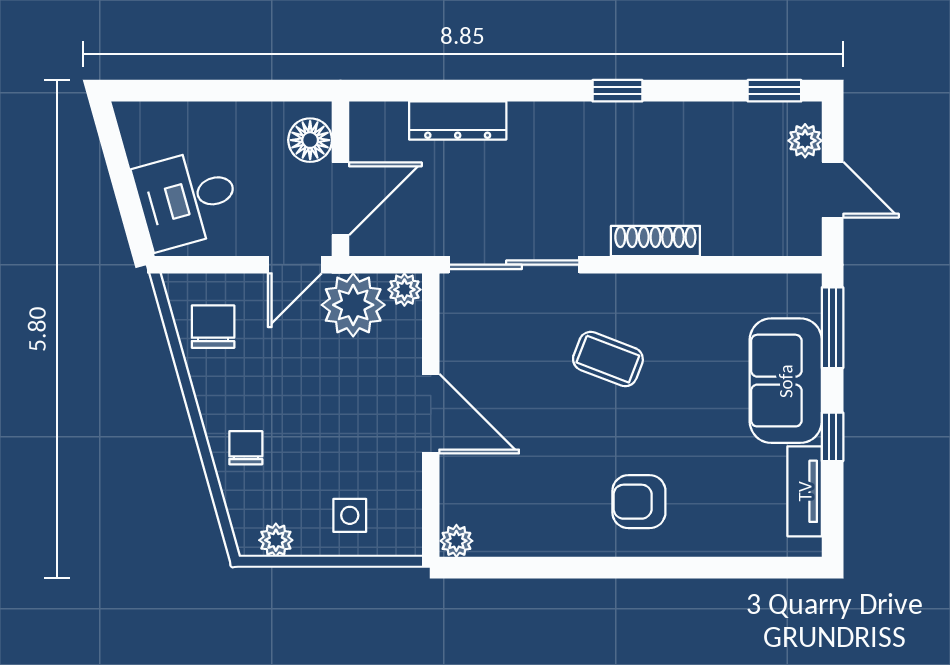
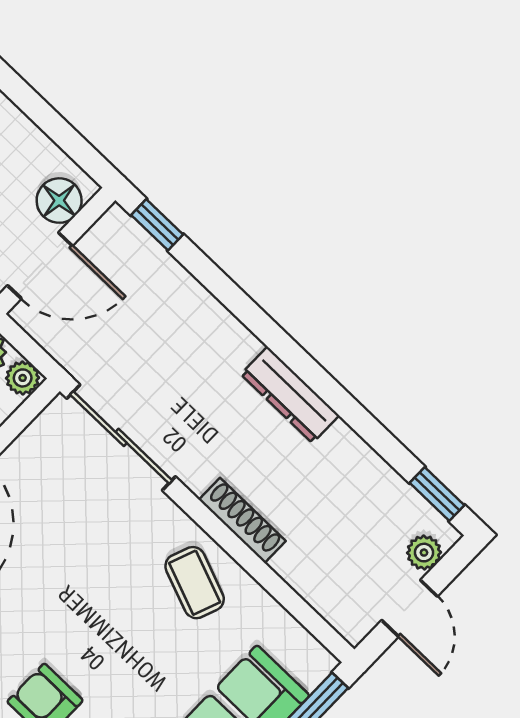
window: (617, 91) -> (157, 225), moved
dresser: (458, 120) -> (290, 395), moved
coffee table: (608, 359) -> (195, 583), moved

